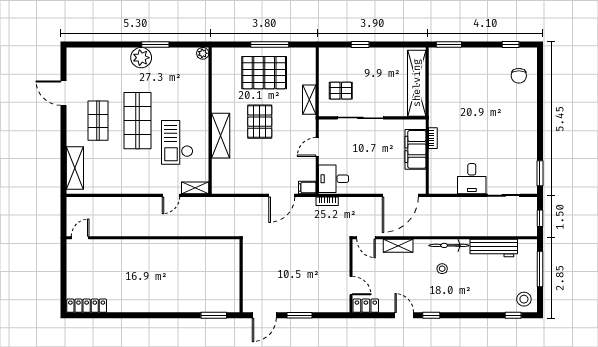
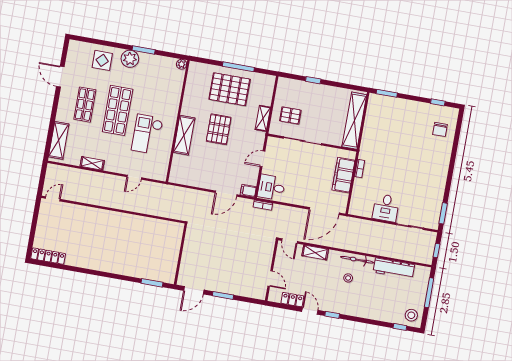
display table: (109, 65) -> (102, 60), added
shelving: (195, 188) -> (92, 163), moved
locker: (366, 306) -> (292, 300), moved

